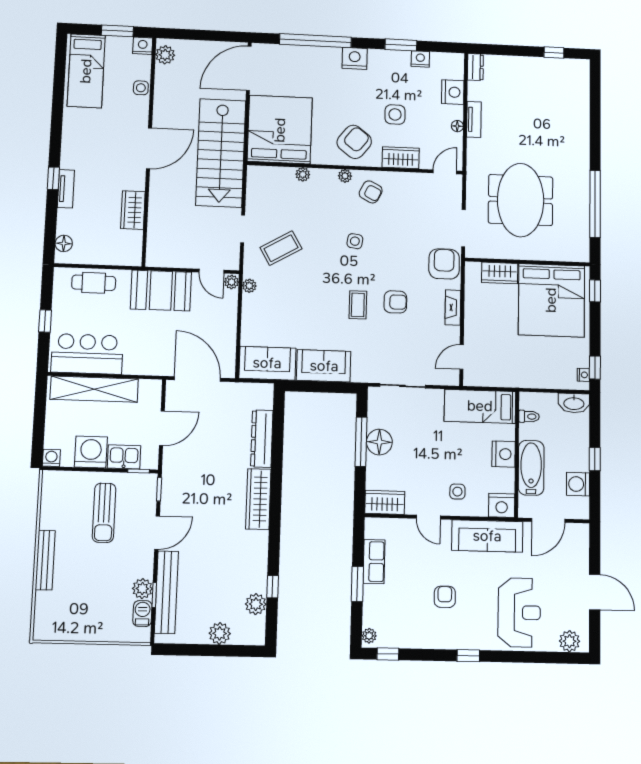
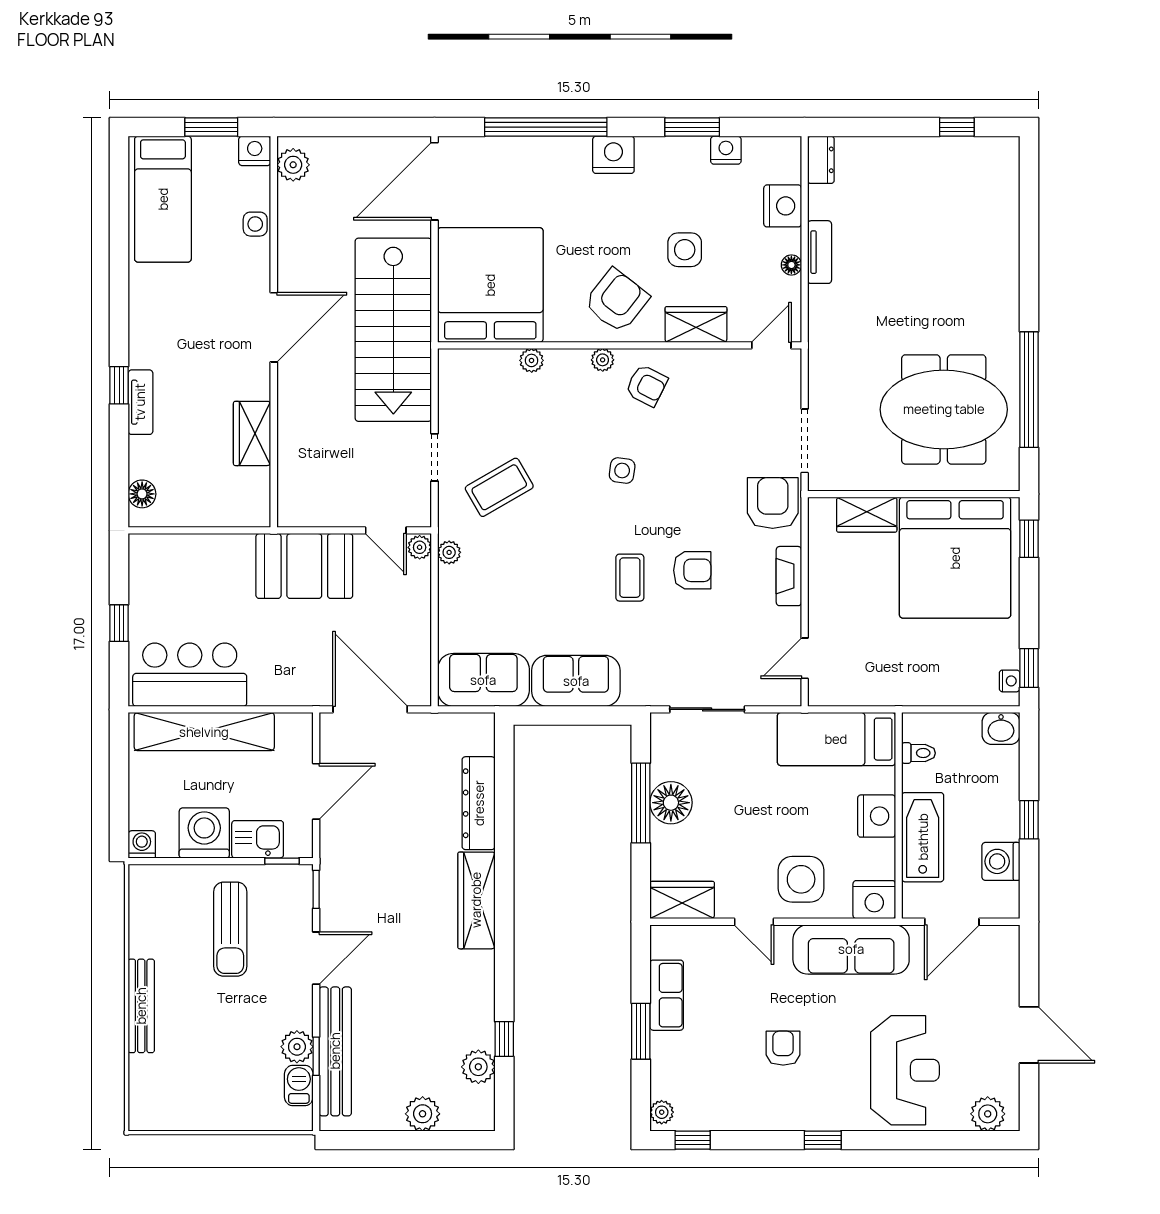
meeting table: (521, 200) -> (944, 409), moved, turned 90
cafe table: (94, 283) -> (194, 557), removed
washbasin: (574, 403) -> (1001, 728), width x0.72
side table: (457, 492) -> (801, 879), width x1.87, depth x1.87

